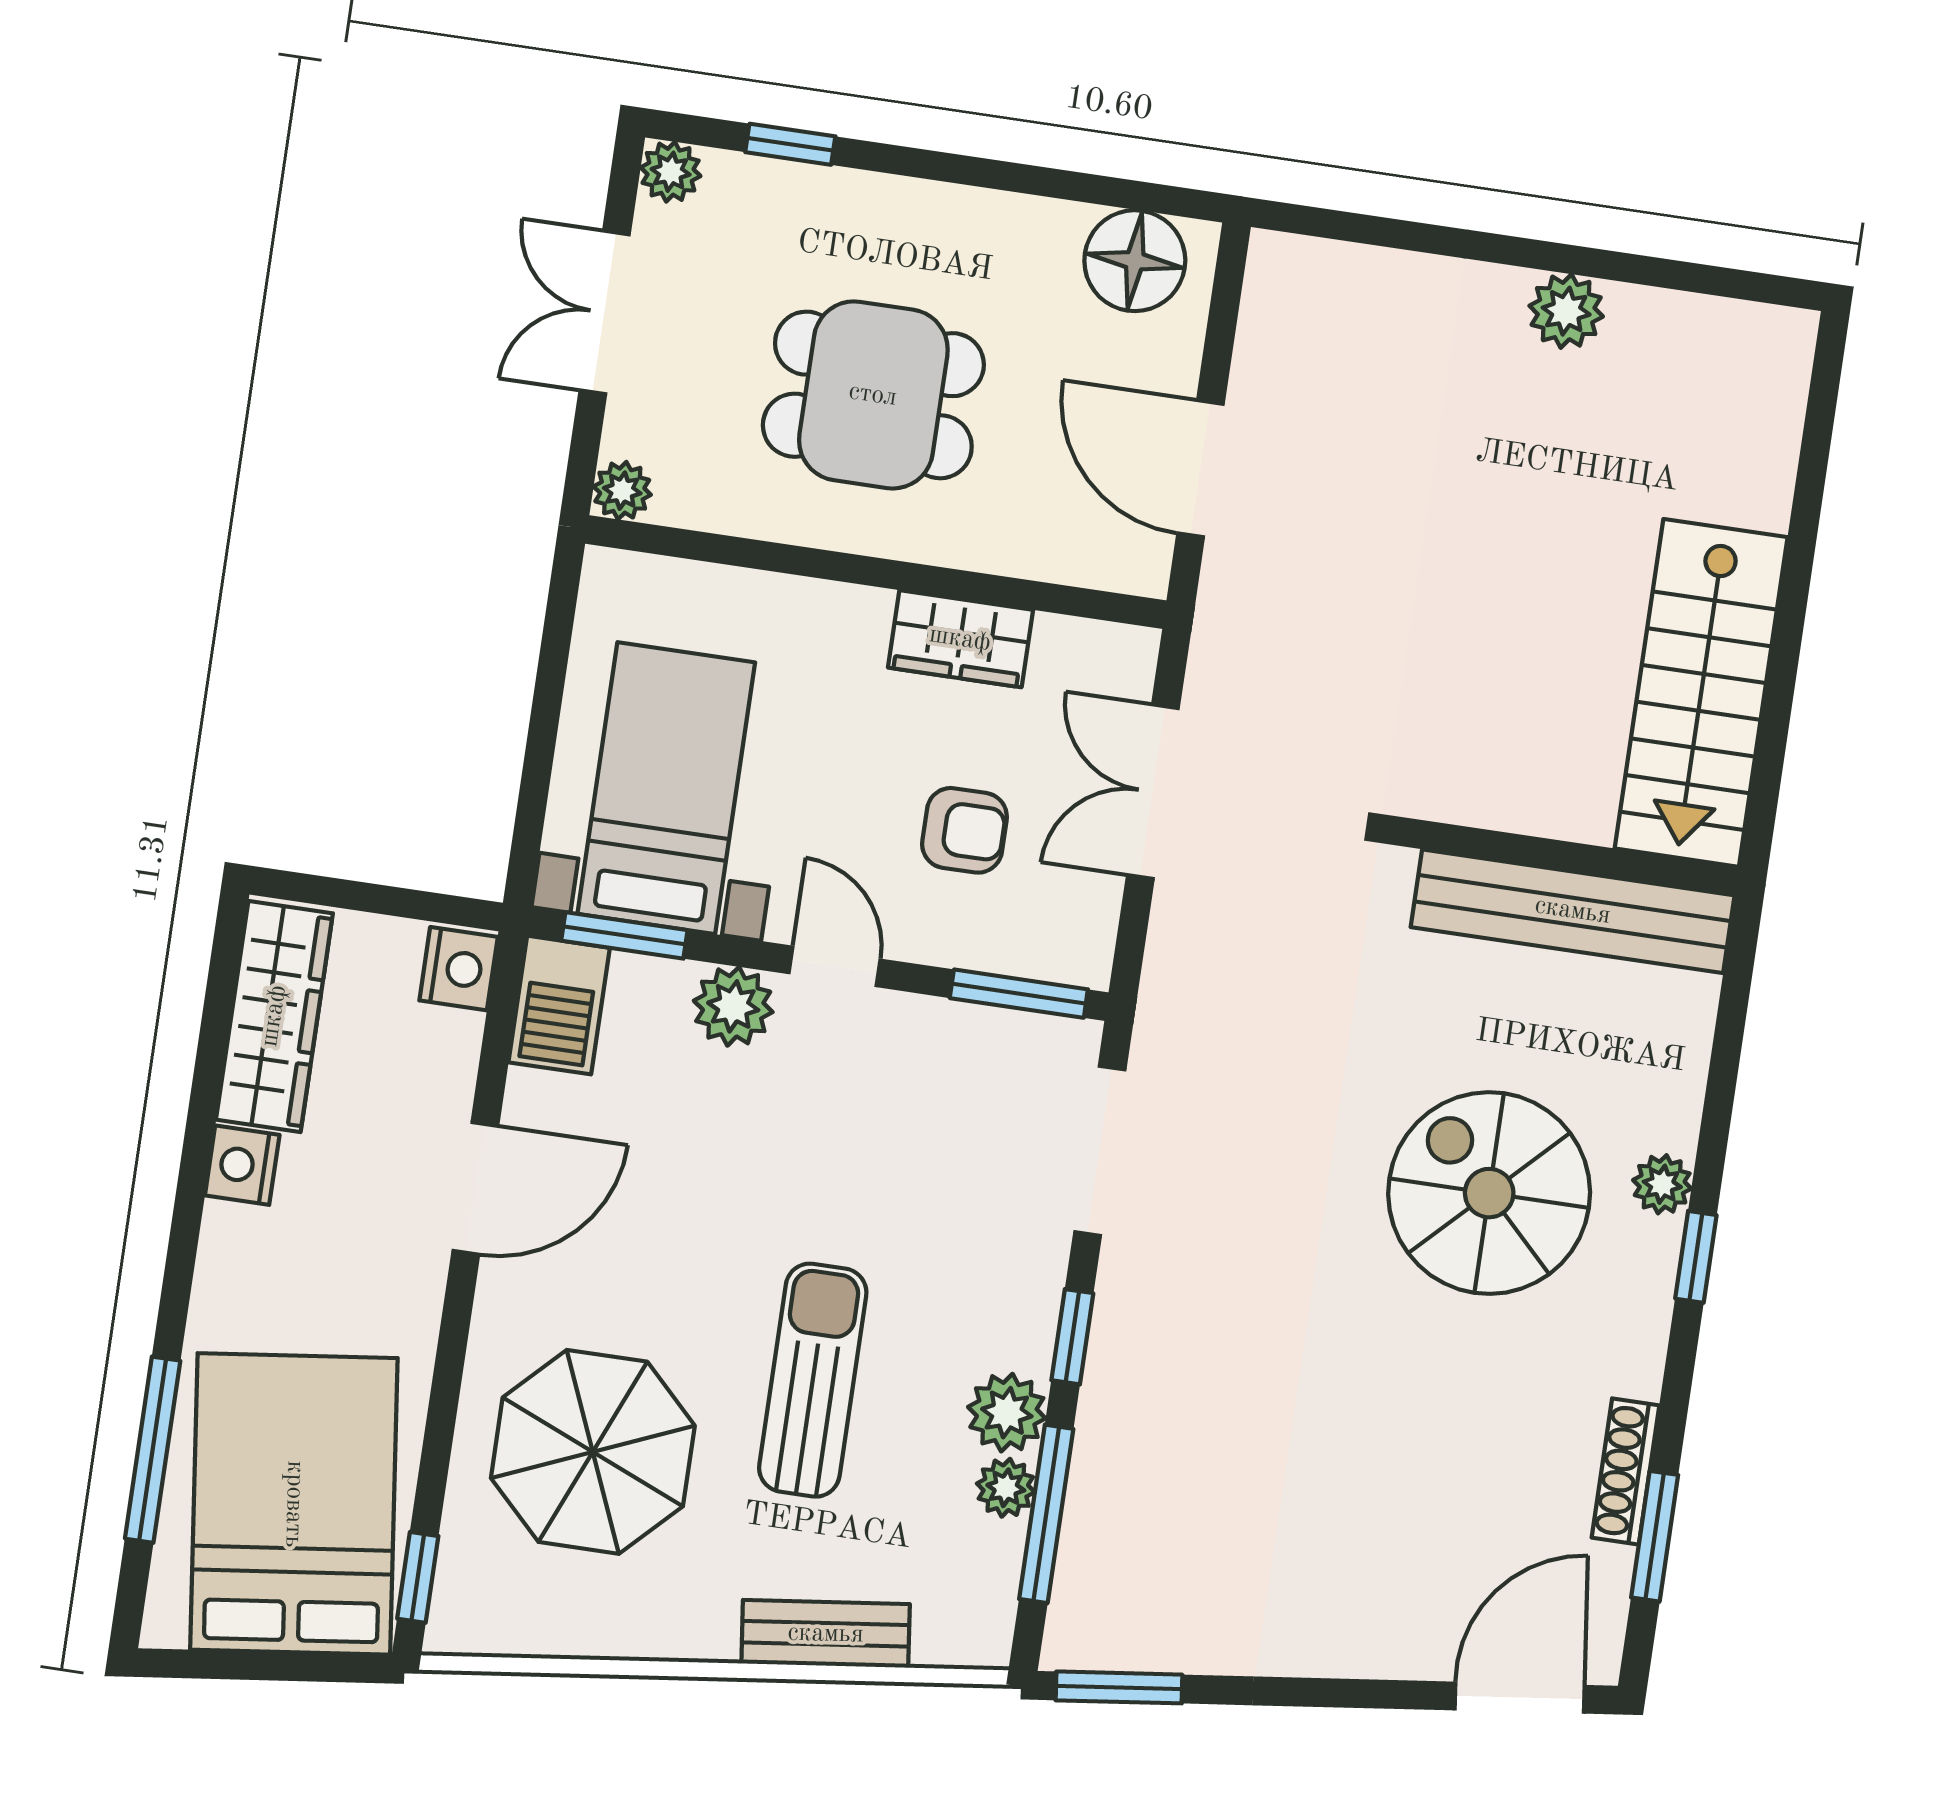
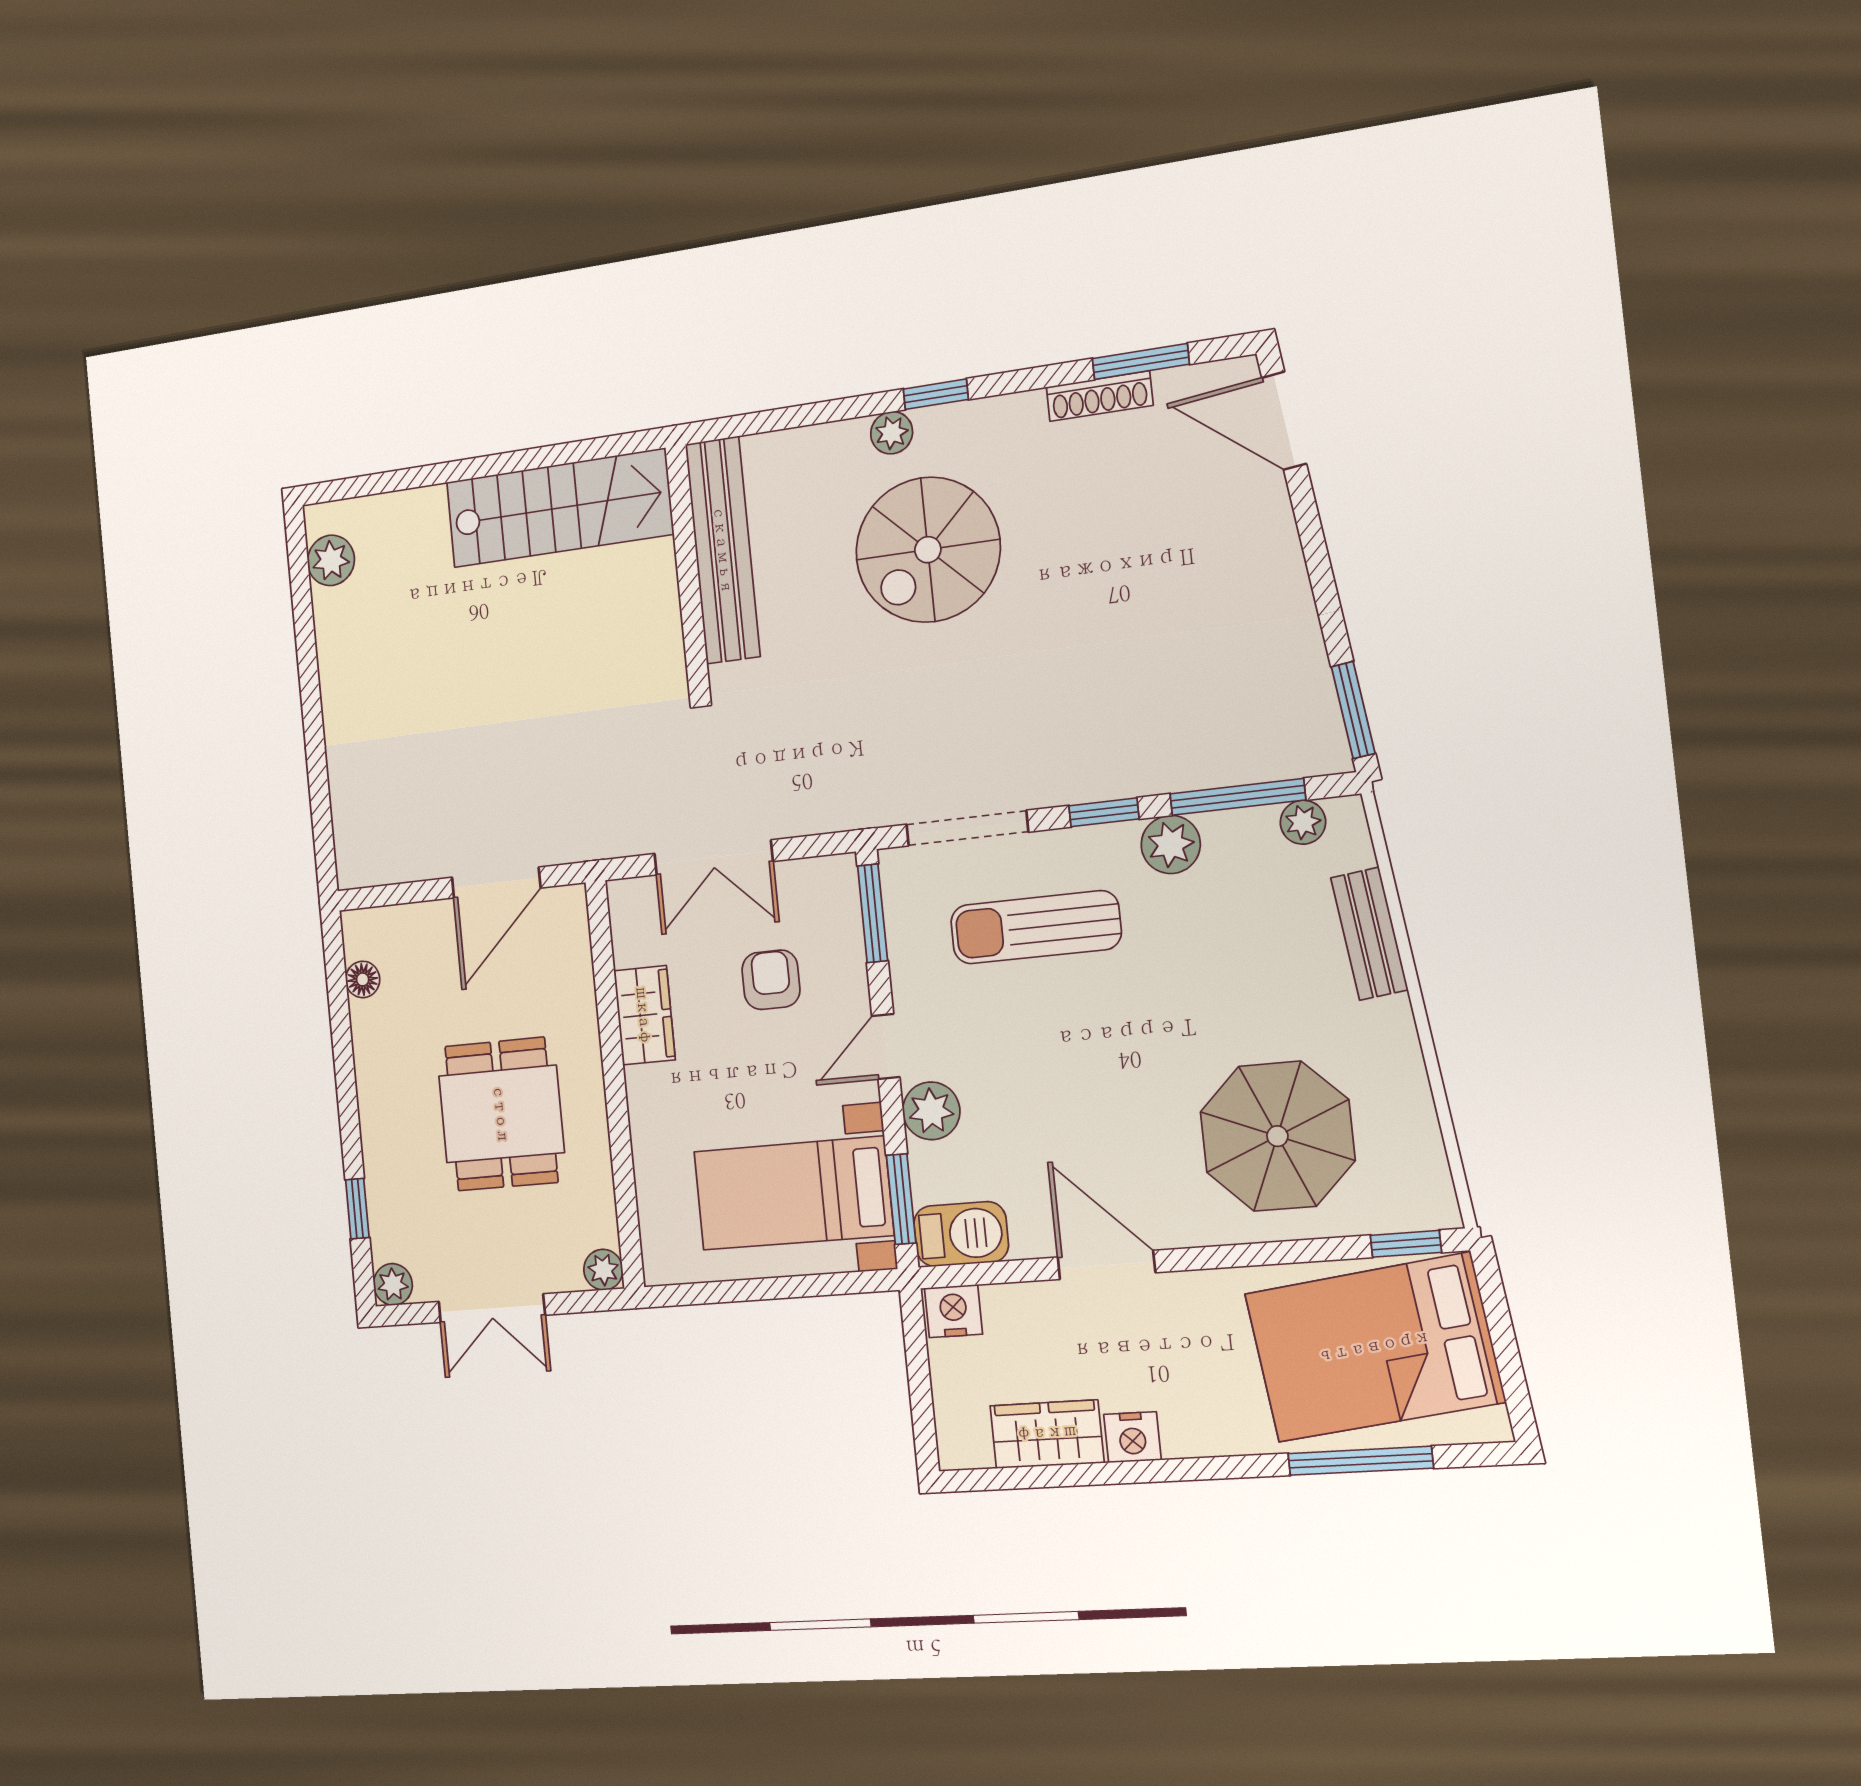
floor lamp: (1135, 261) -> (363, 979), width x0.53, depth x0.53
plant: (1566, 311) -> (331, 560), moved
wardrobe: (274, 1016) -> (1047, 1434), width x0.67
sun lounger: (813, 1380) -> (1036, 927), moved
plant: (1006, 1488) -> (1303, 822), moved

